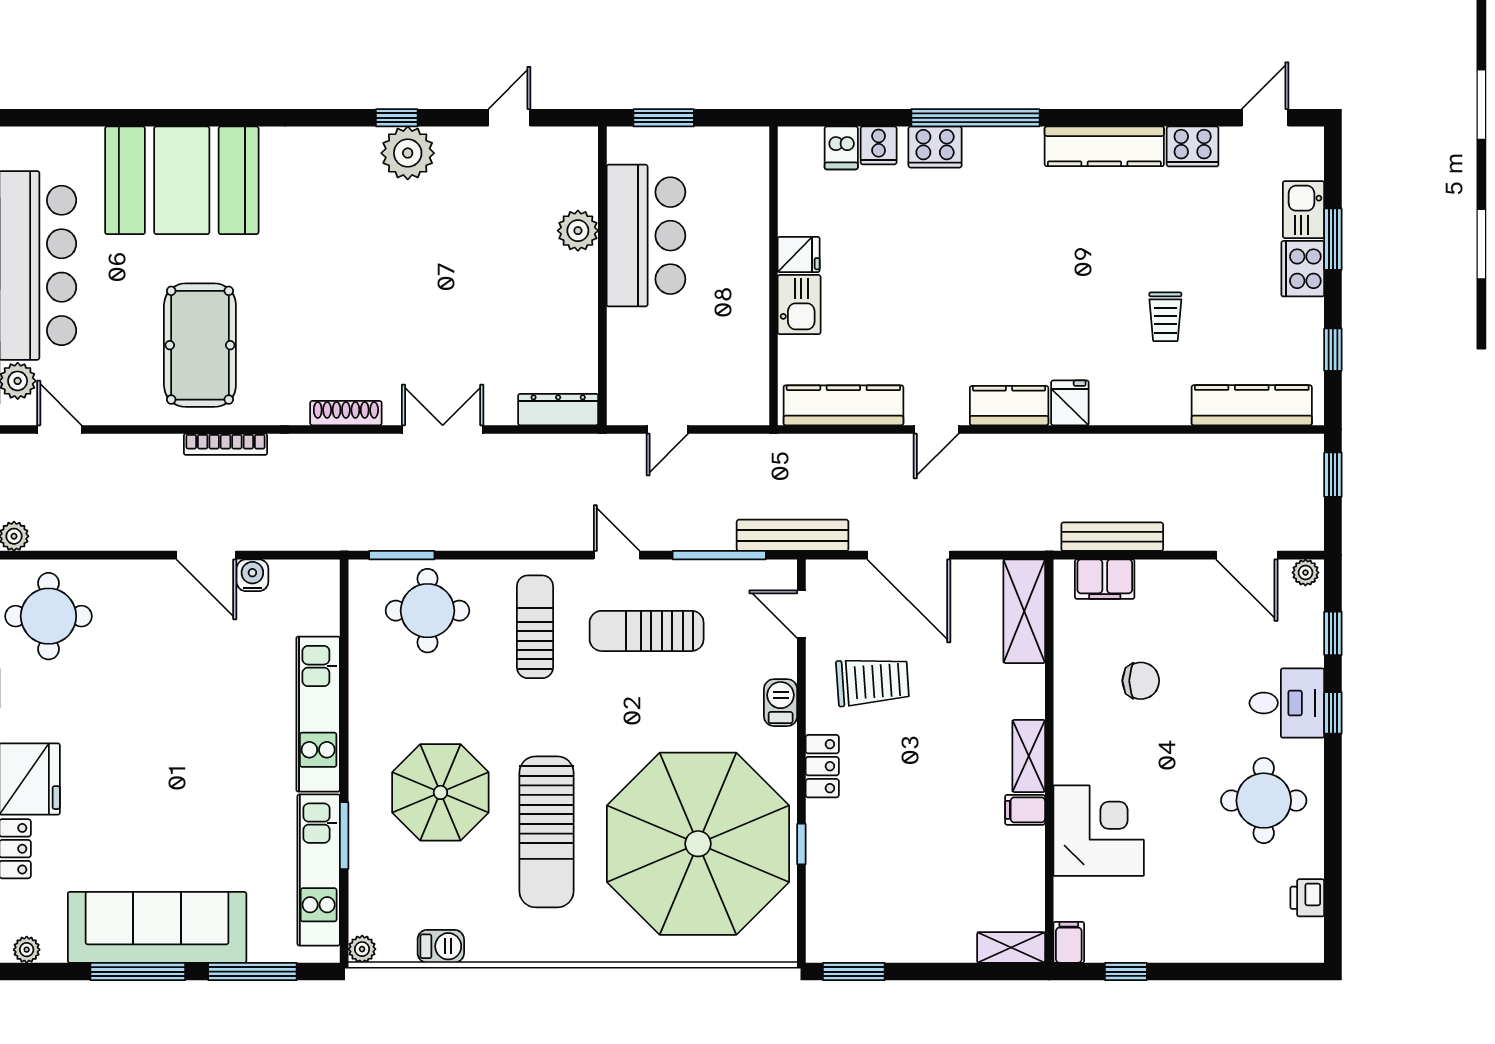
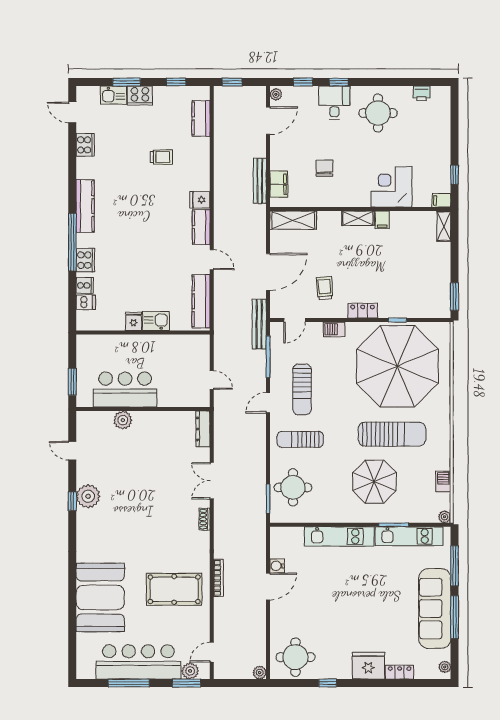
kitchen counter: (1104, 146) -> (85, 206), moved
kitchen counter: (1252, 405) -> (201, 118), width x0.67
shoe rack: (346, 413) -> (205, 519), width x0.70
trolley: (873, 681) -> (325, 288), width x0.73, depth x0.72

